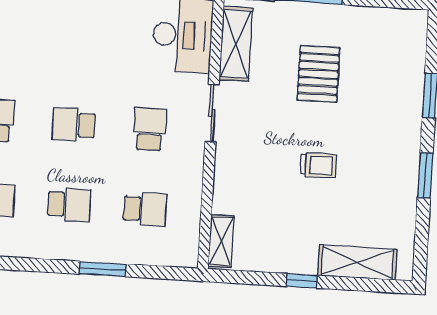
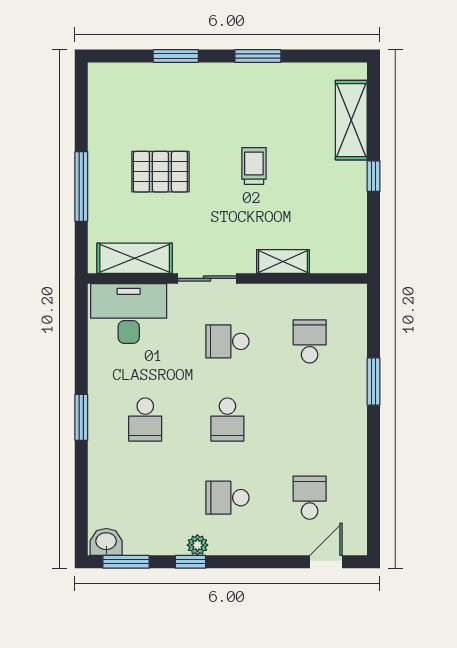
school desk: (69, 205) -> (145, 420), moved, turned 180
shelving: (221, 241) -> (283, 261), moved

